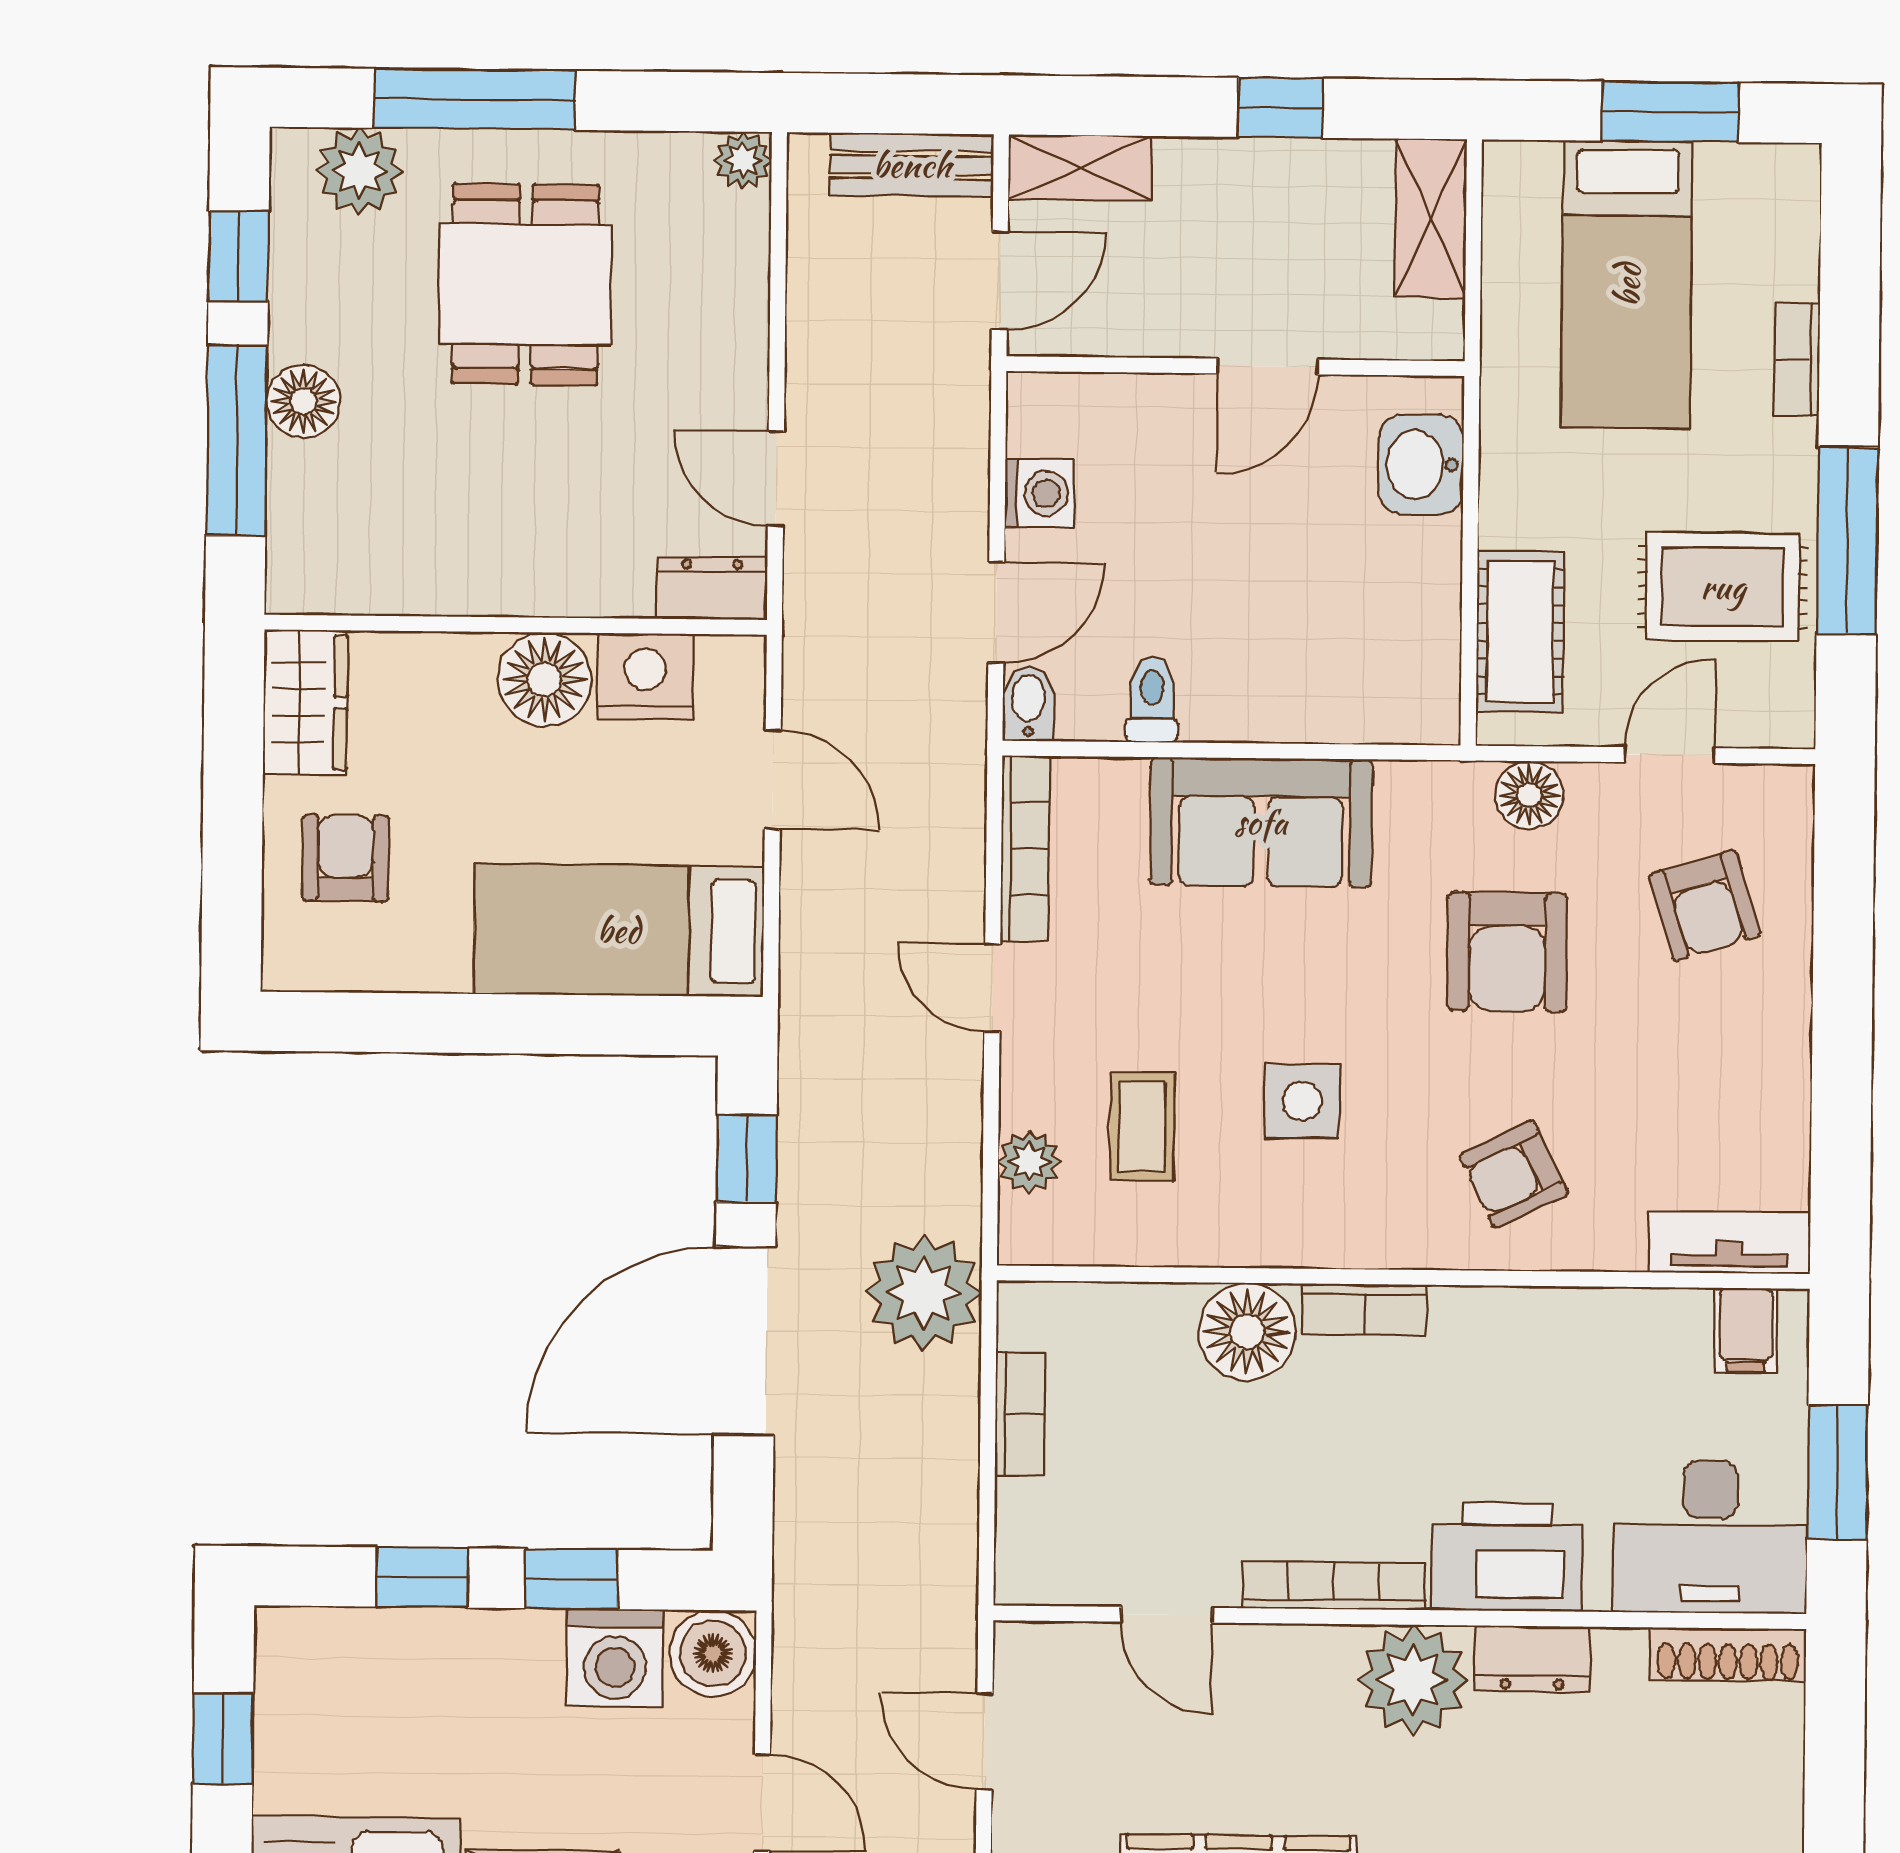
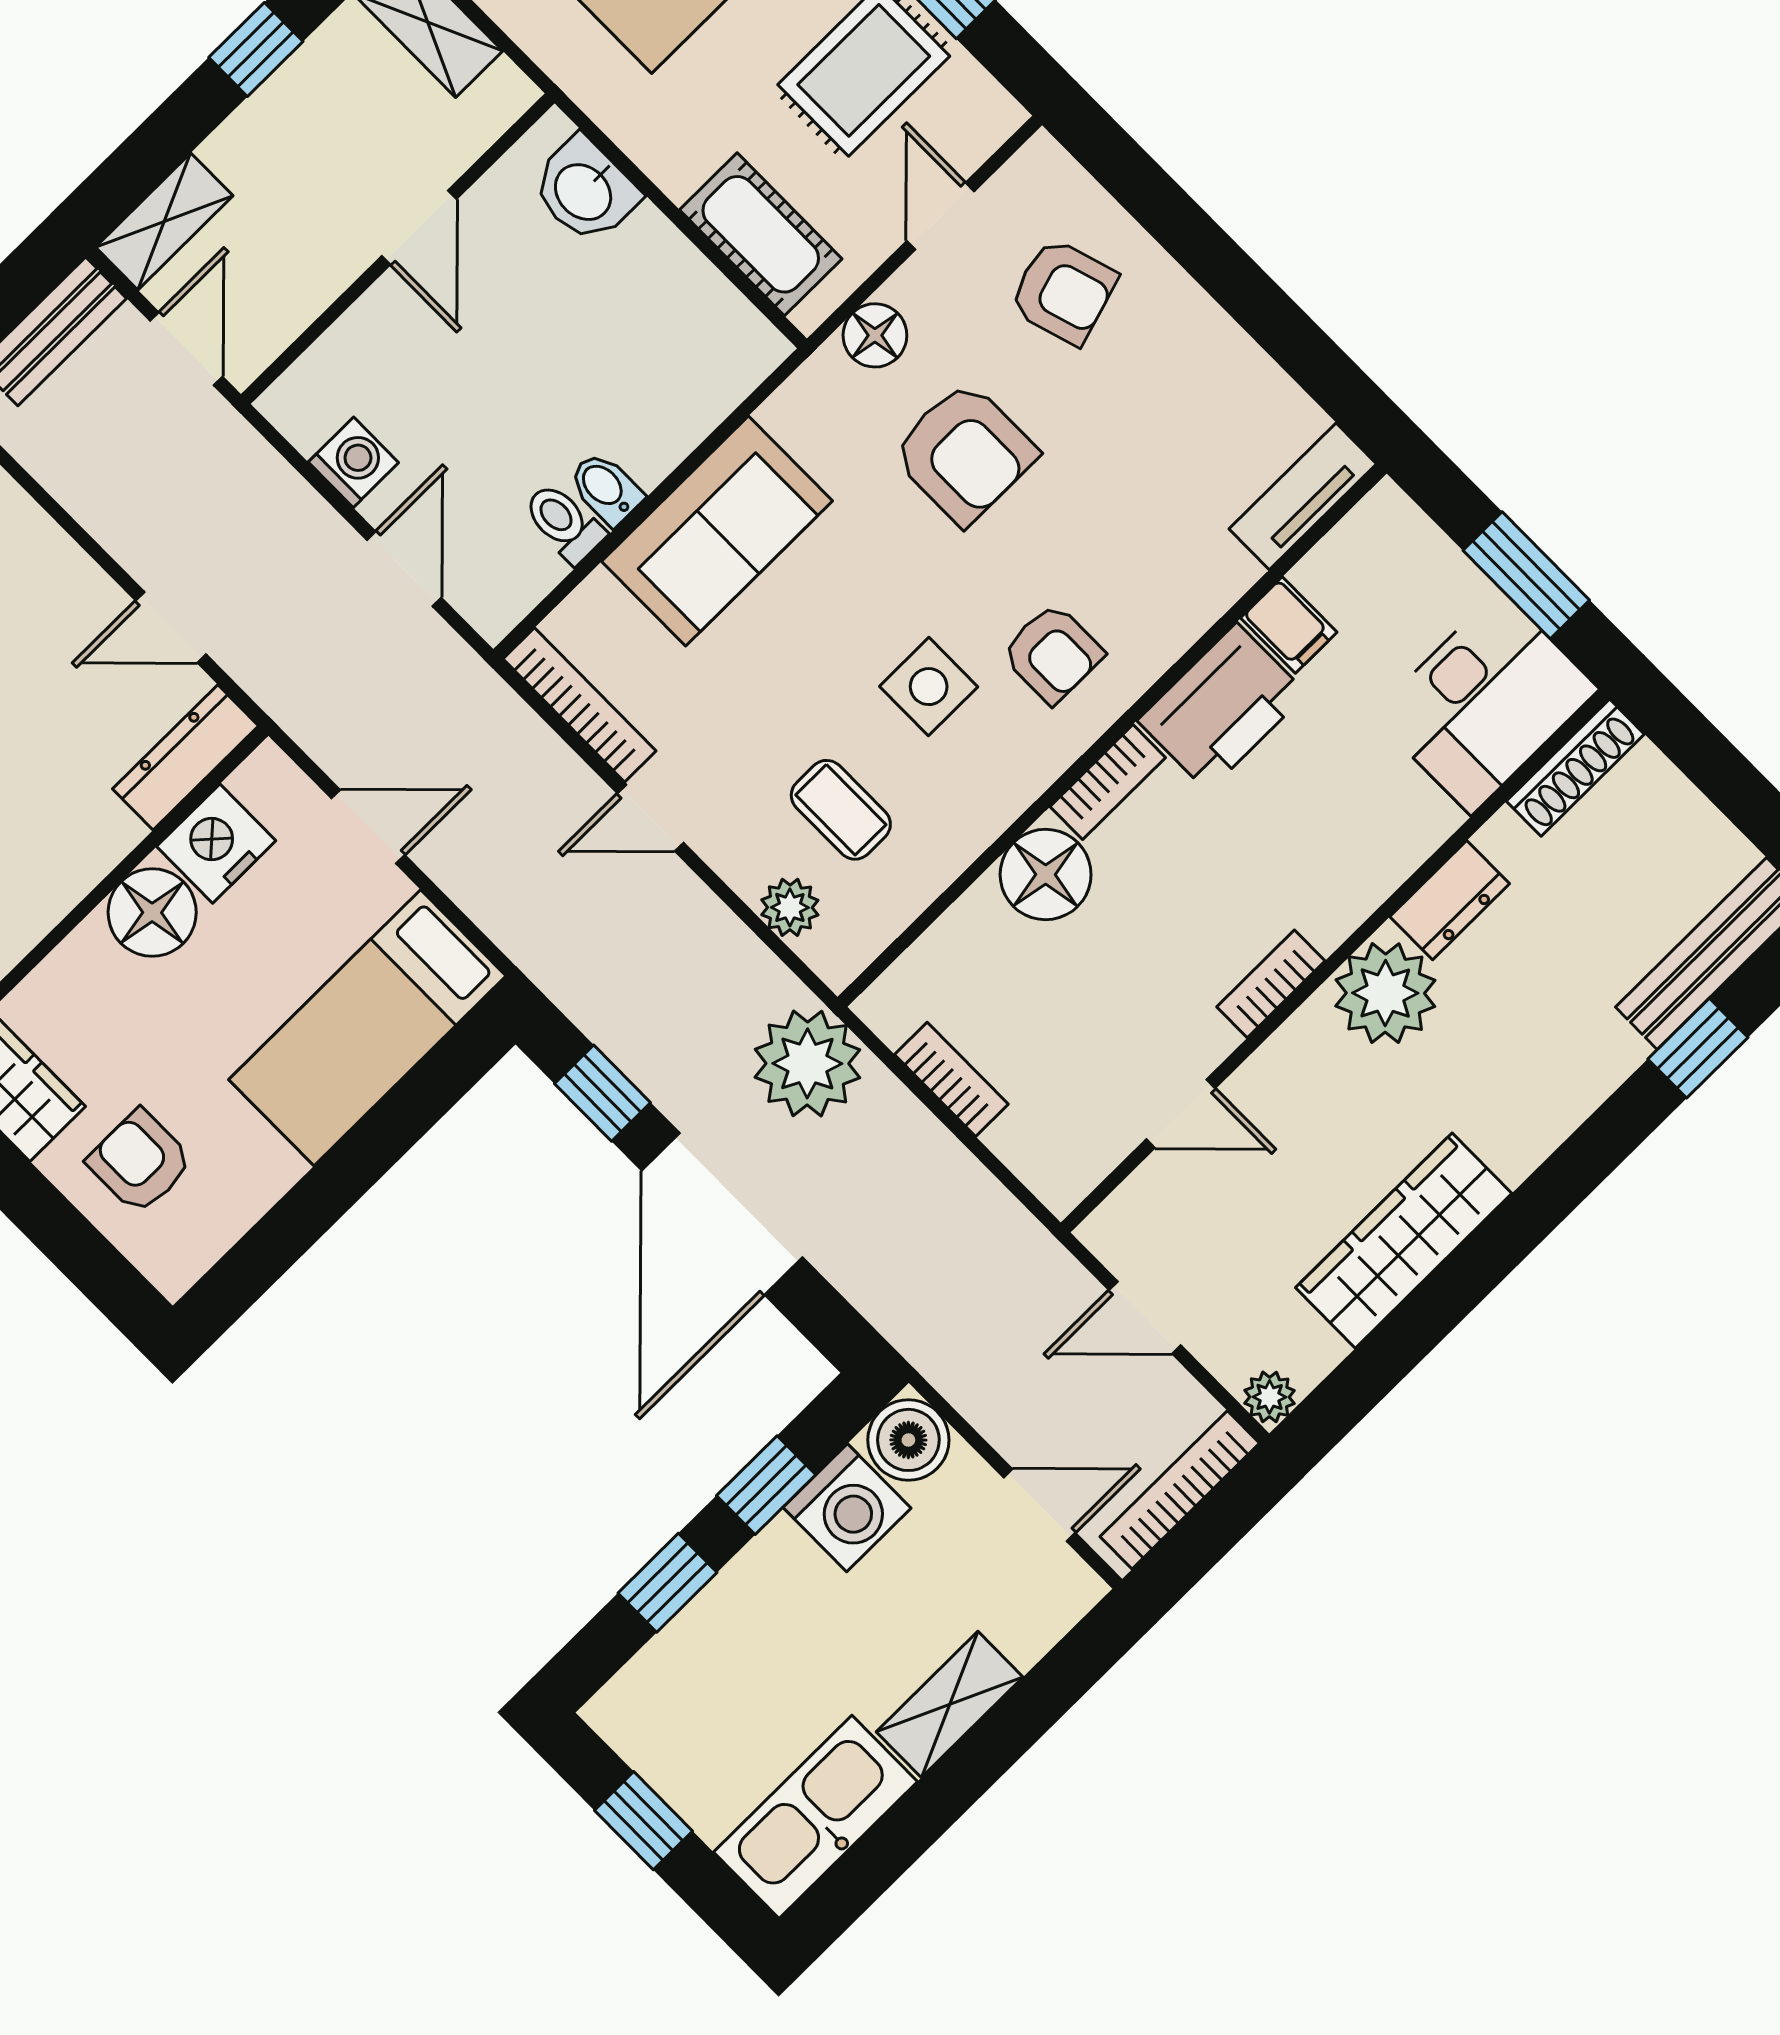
dresser: (712, 588) -> (186, 757), width x1.44
bidet: (1028, 703) -> (606, 488), moved
armchair: (1514, 1174) -> (1052, 653), moved, turned -64
filing cabinet: (1746, 1330) -> (1289, 625), moved
printer: (1507, 1557) -> (1222, 707), moved, turned 180
bookcase: (1334, 1586) -> (1271, 984), width x0.64

